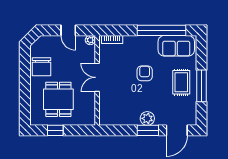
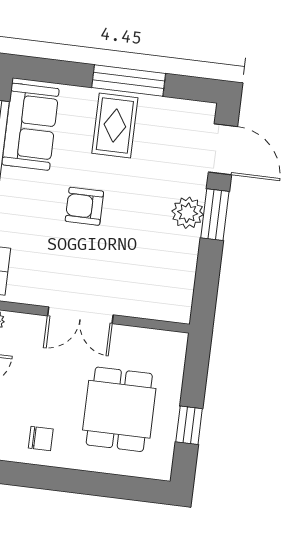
chair: (42, 67) -> (41, 439), width x0.54, depth x0.54
rug: (181, 82) -> (115, 126), turned 90
dining table: (58, 99) -> (119, 409), turned 90

